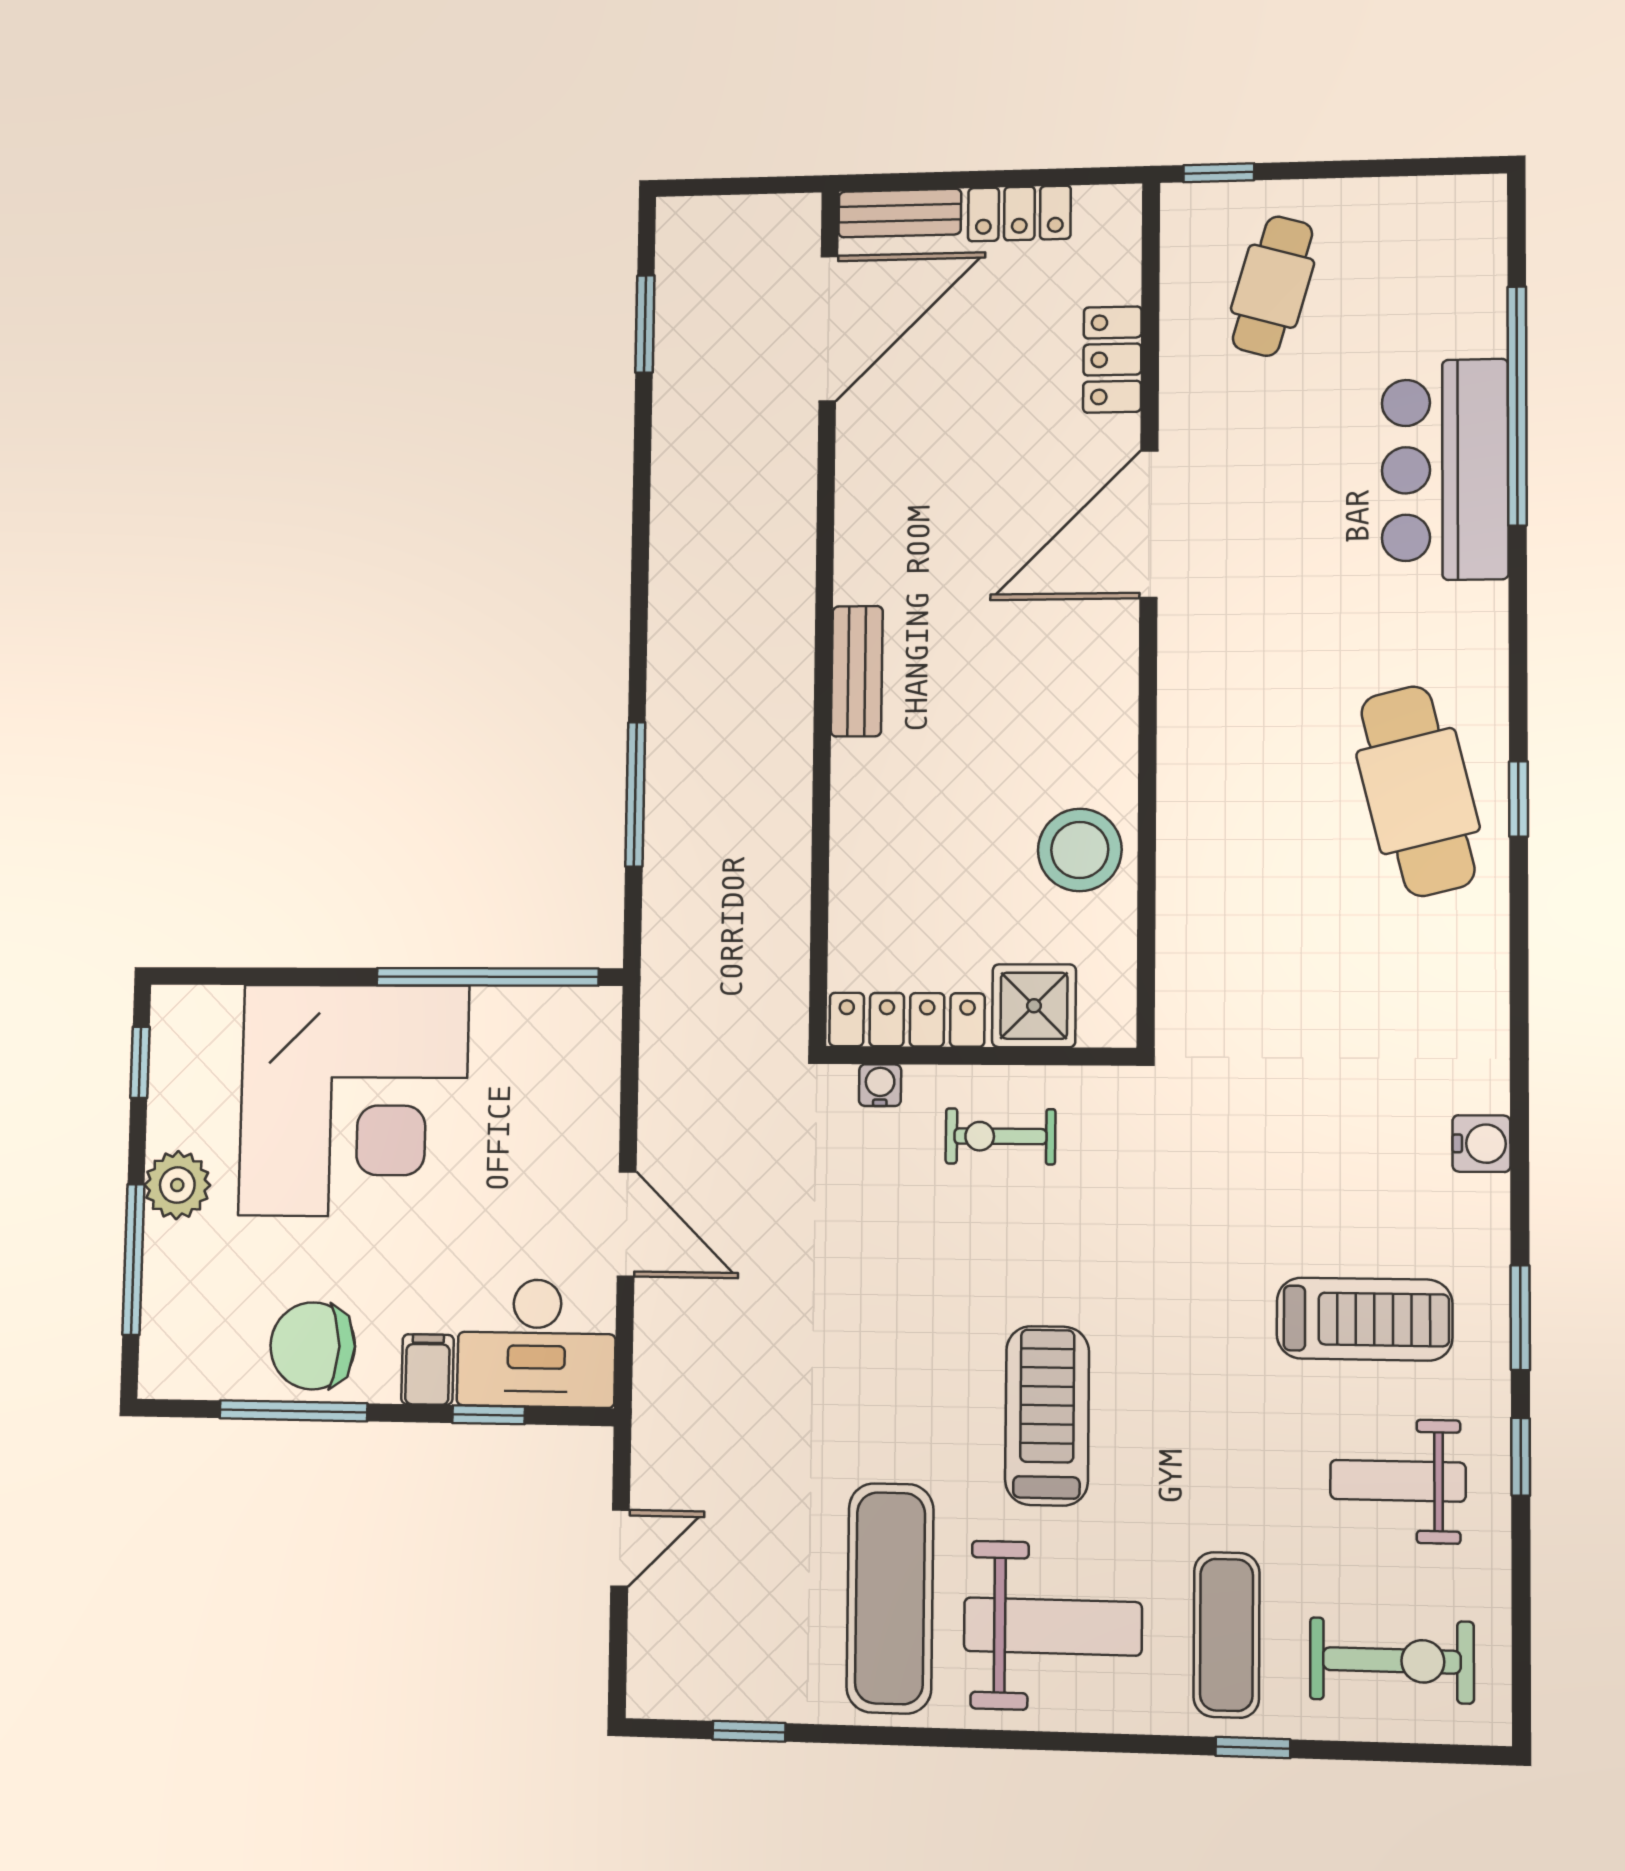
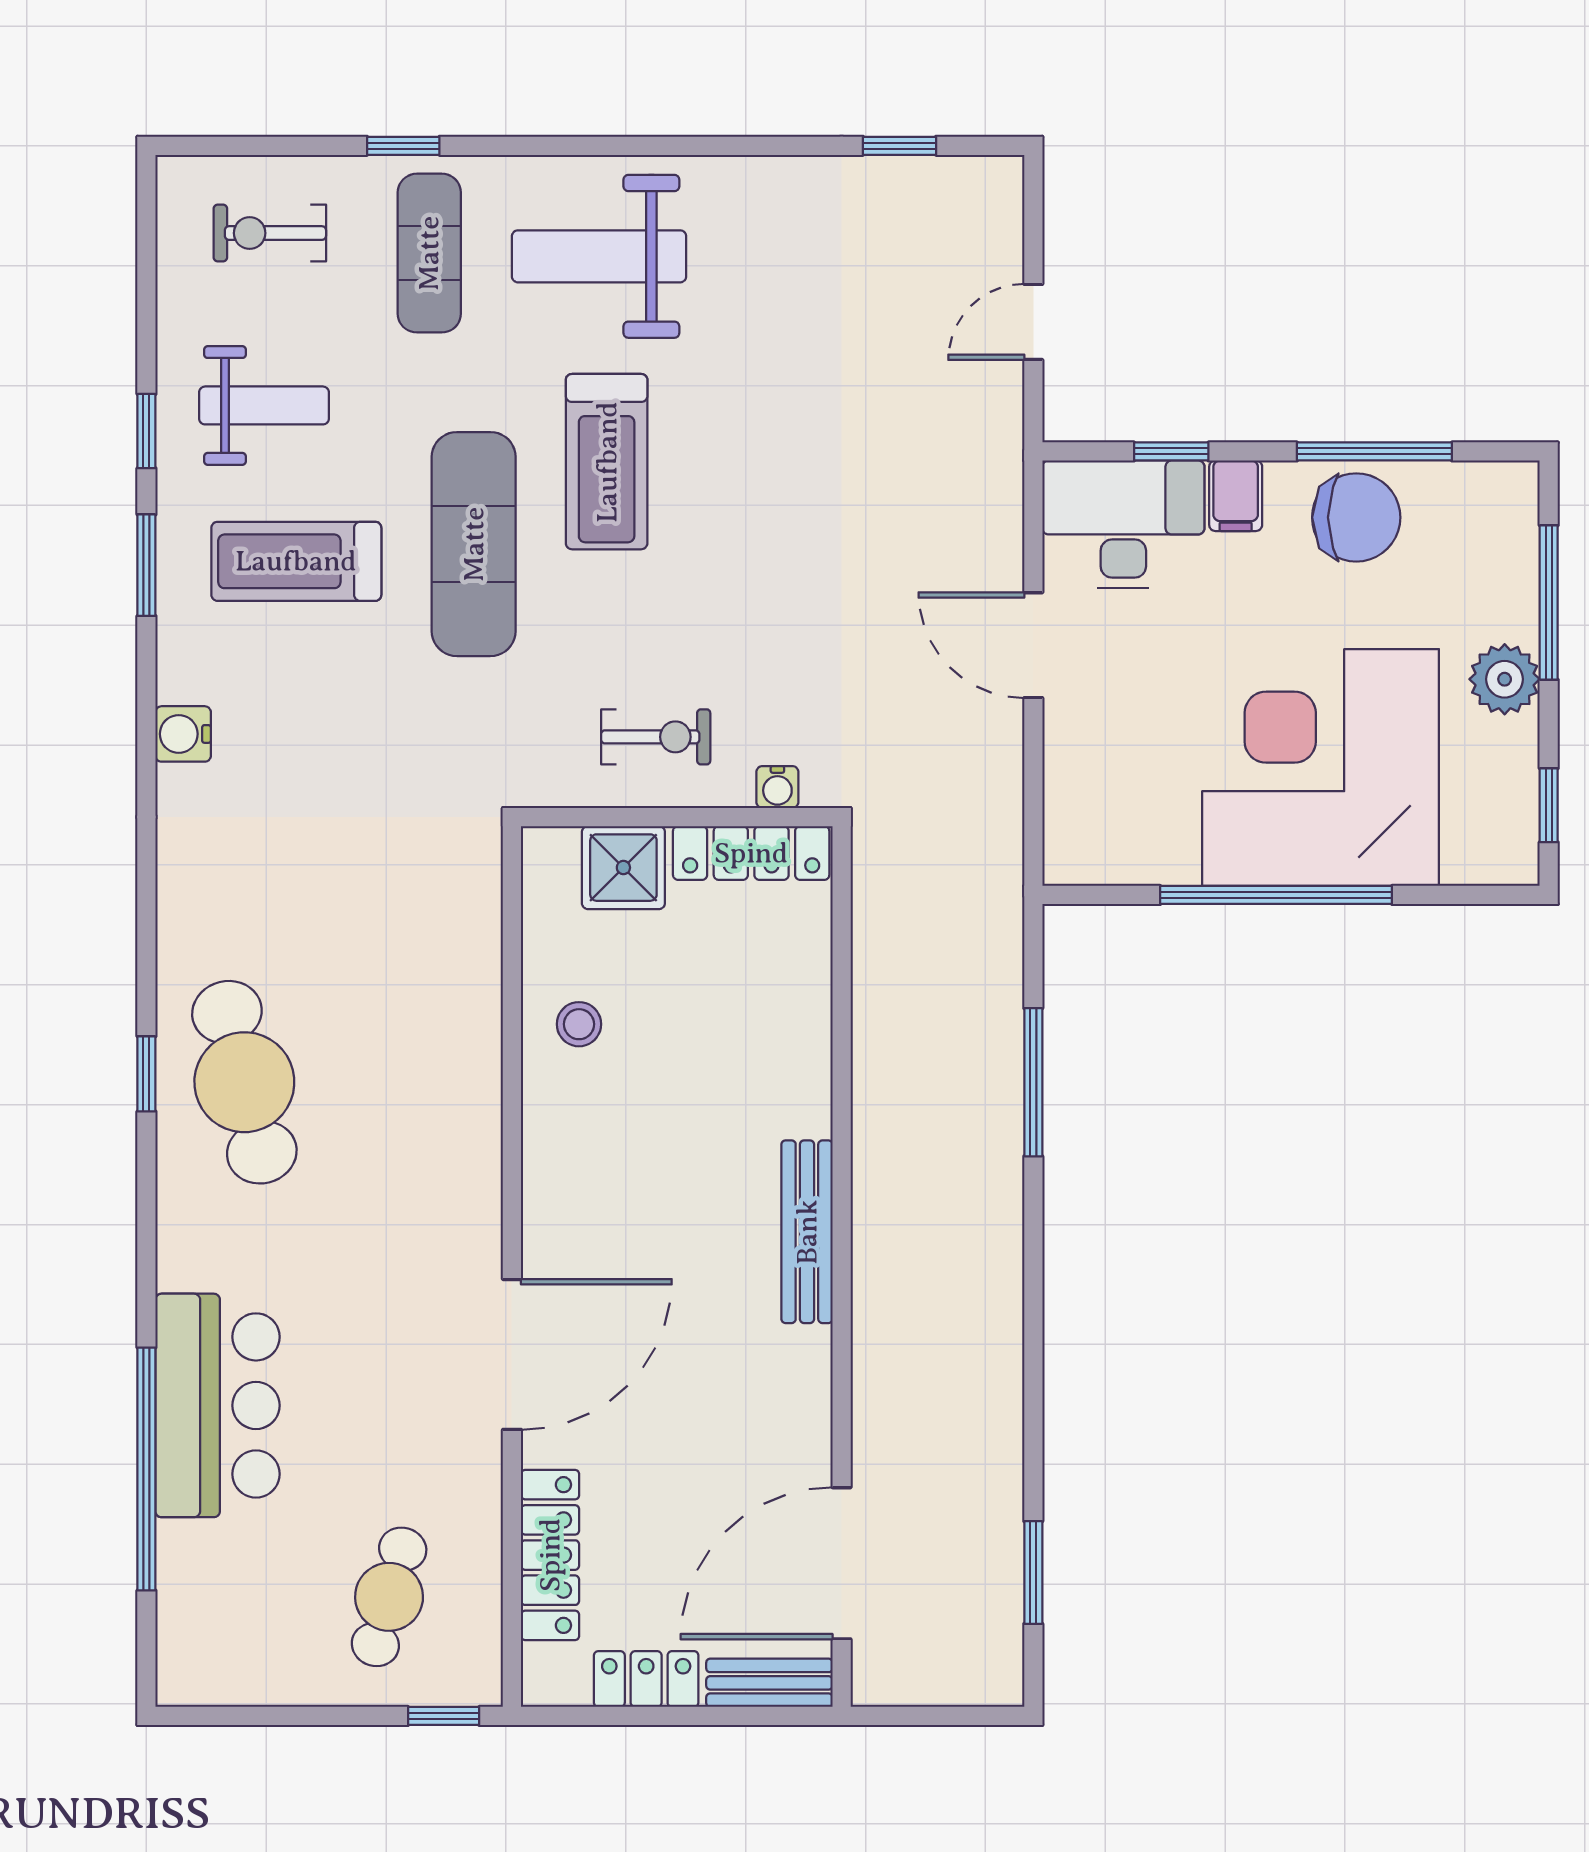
locker: (1112, 360) -> (550, 1555), width x1.53
bench: (857, 671) -> (807, 1232), width x1.36
stool: (1080, 850) -> (579, 1024), width x0.53, depth x0.53
window: (487, 977) -> (1276, 895), moved
exercise mat: (890, 1598) -> (474, 544), moved
exercise bike: (1392, 1660) -> (270, 233), width x0.73, depth x0.72

